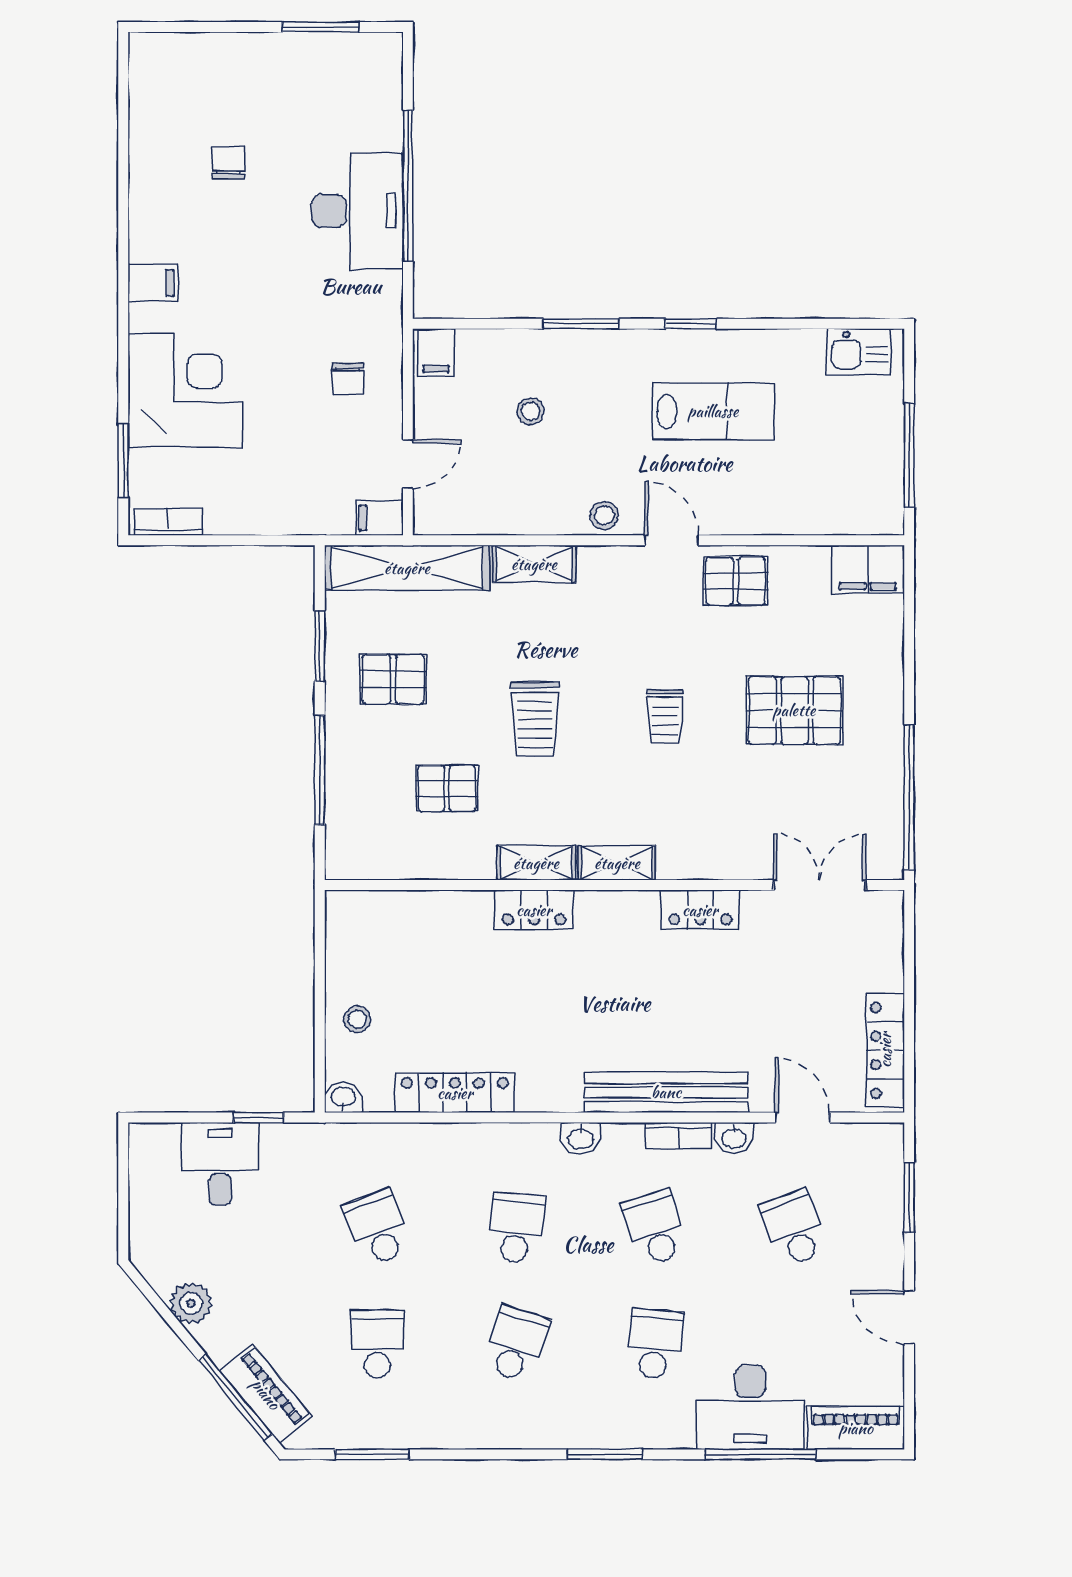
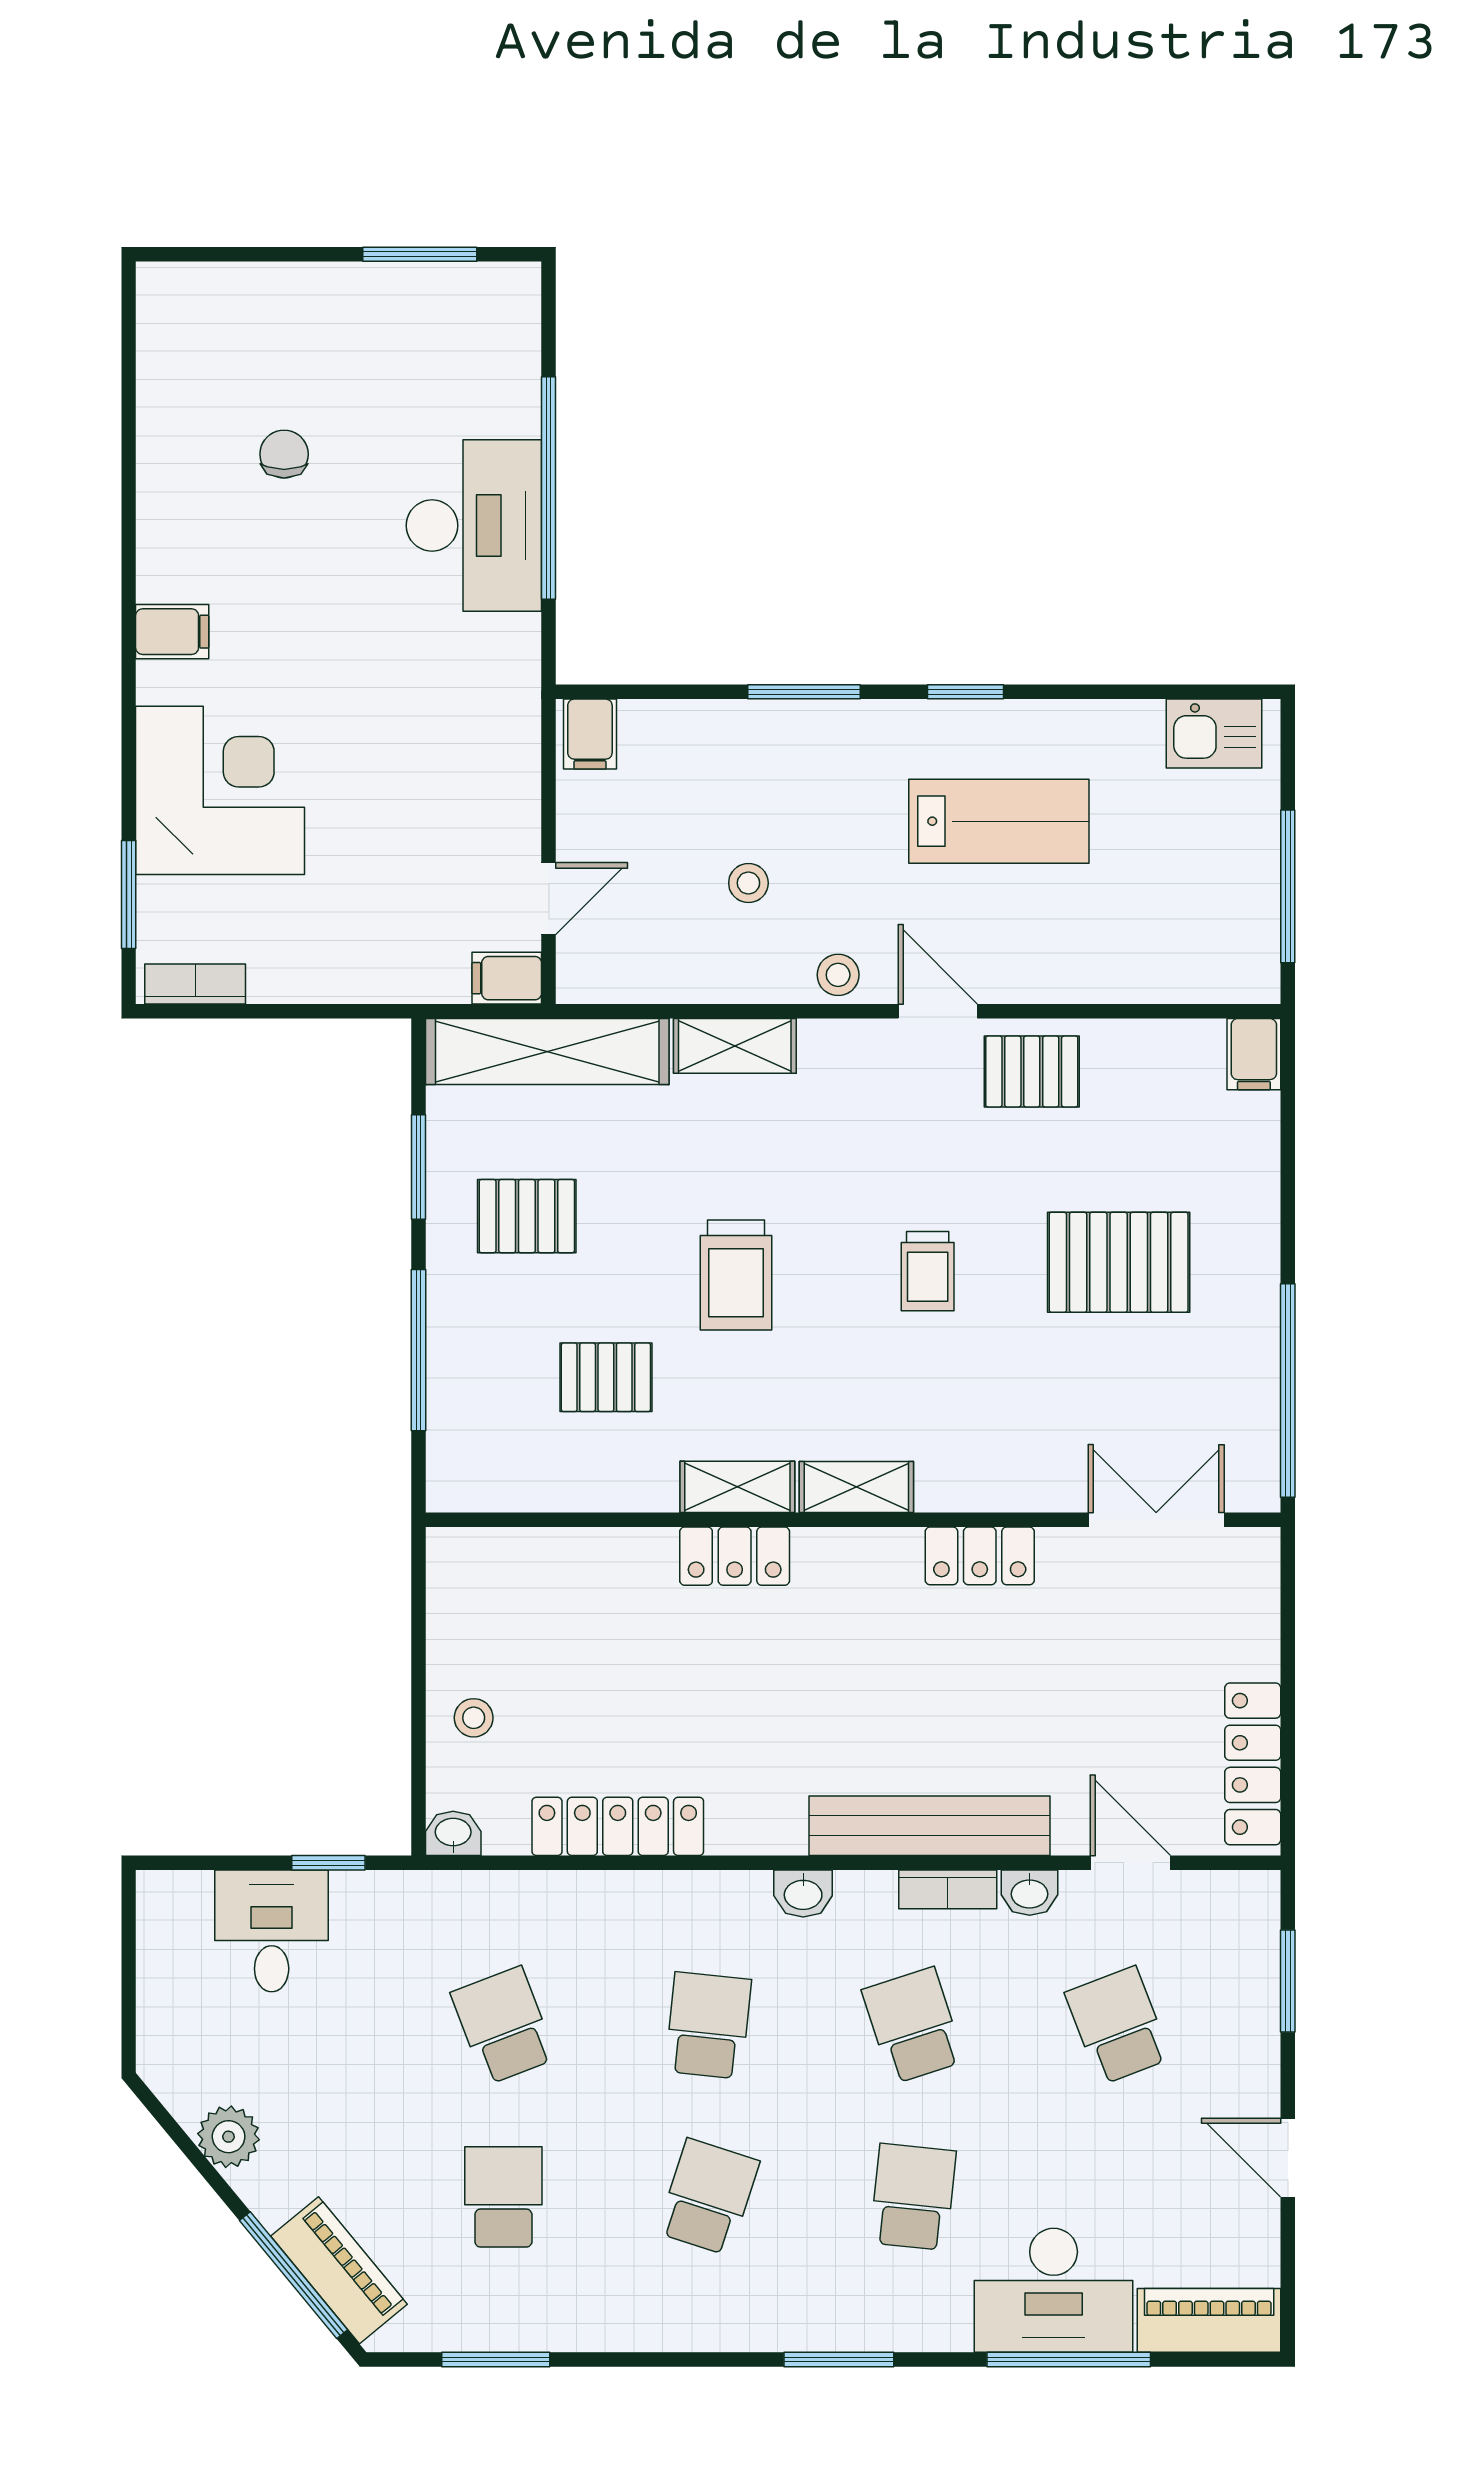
chair: (348, 379) -> (460, 773), removed
stool: (531, 411) -> (748, 883), moved
filing cabinet: (868, 569) -> (1254, 1054), width x0.50

